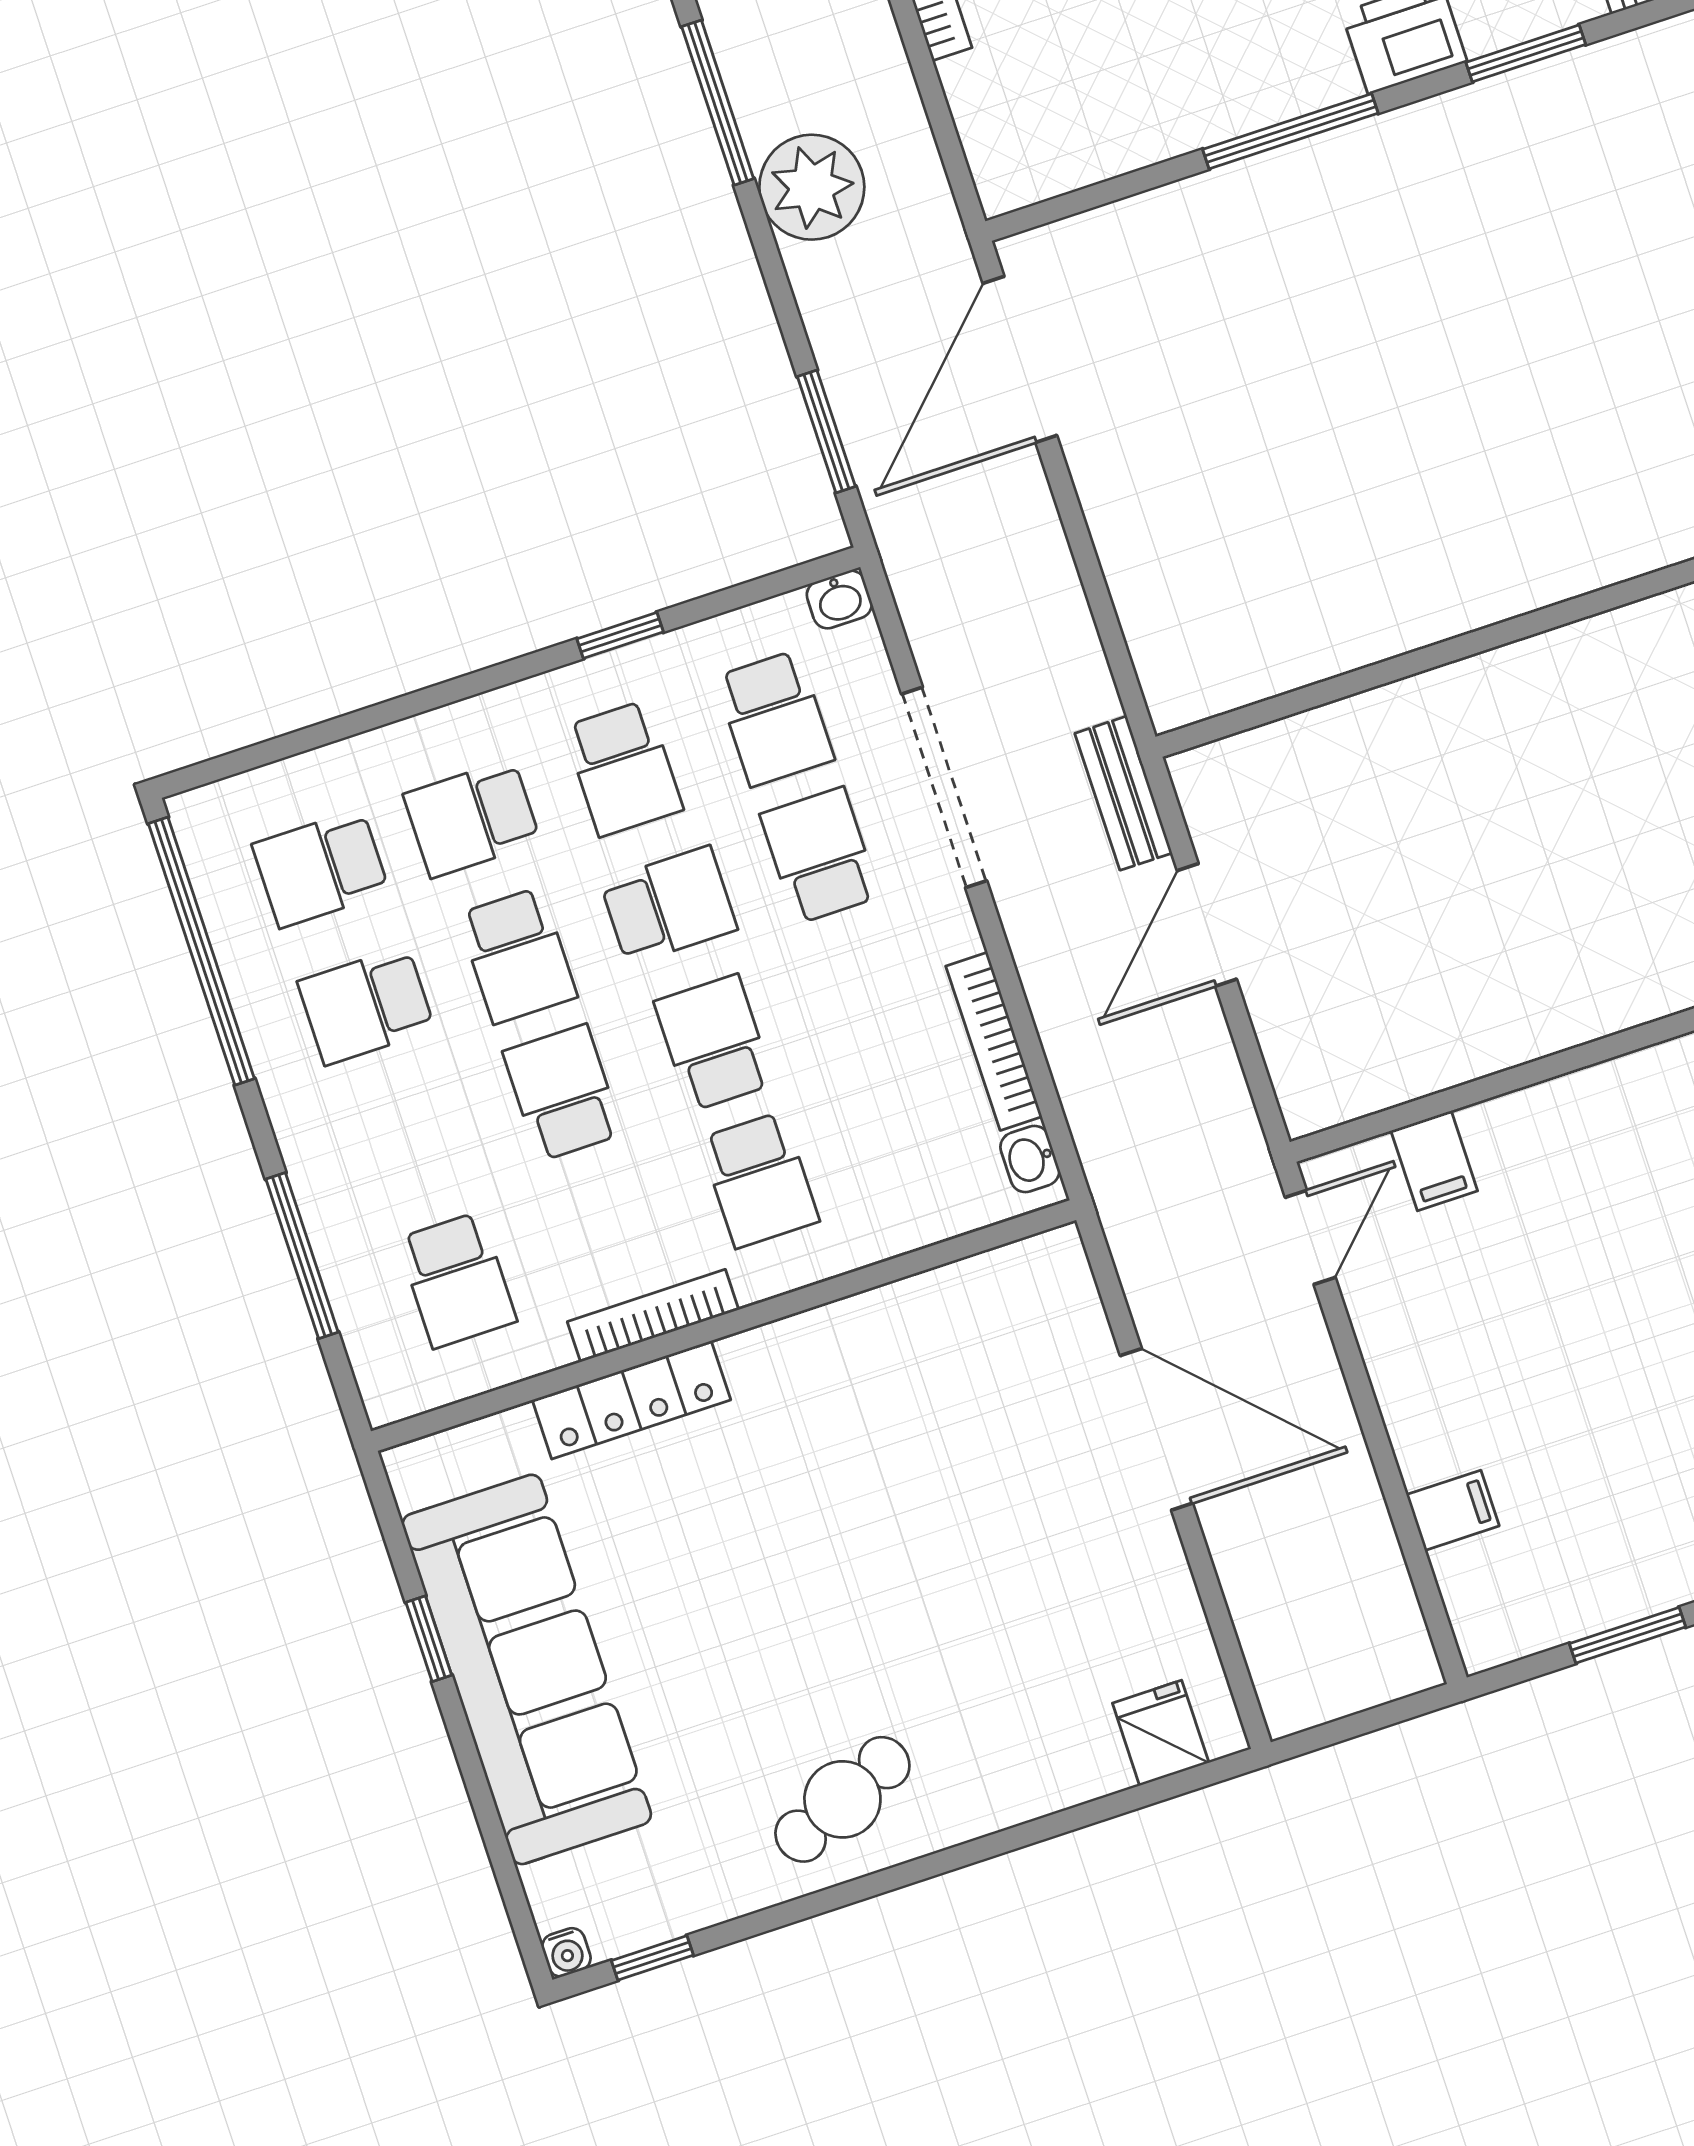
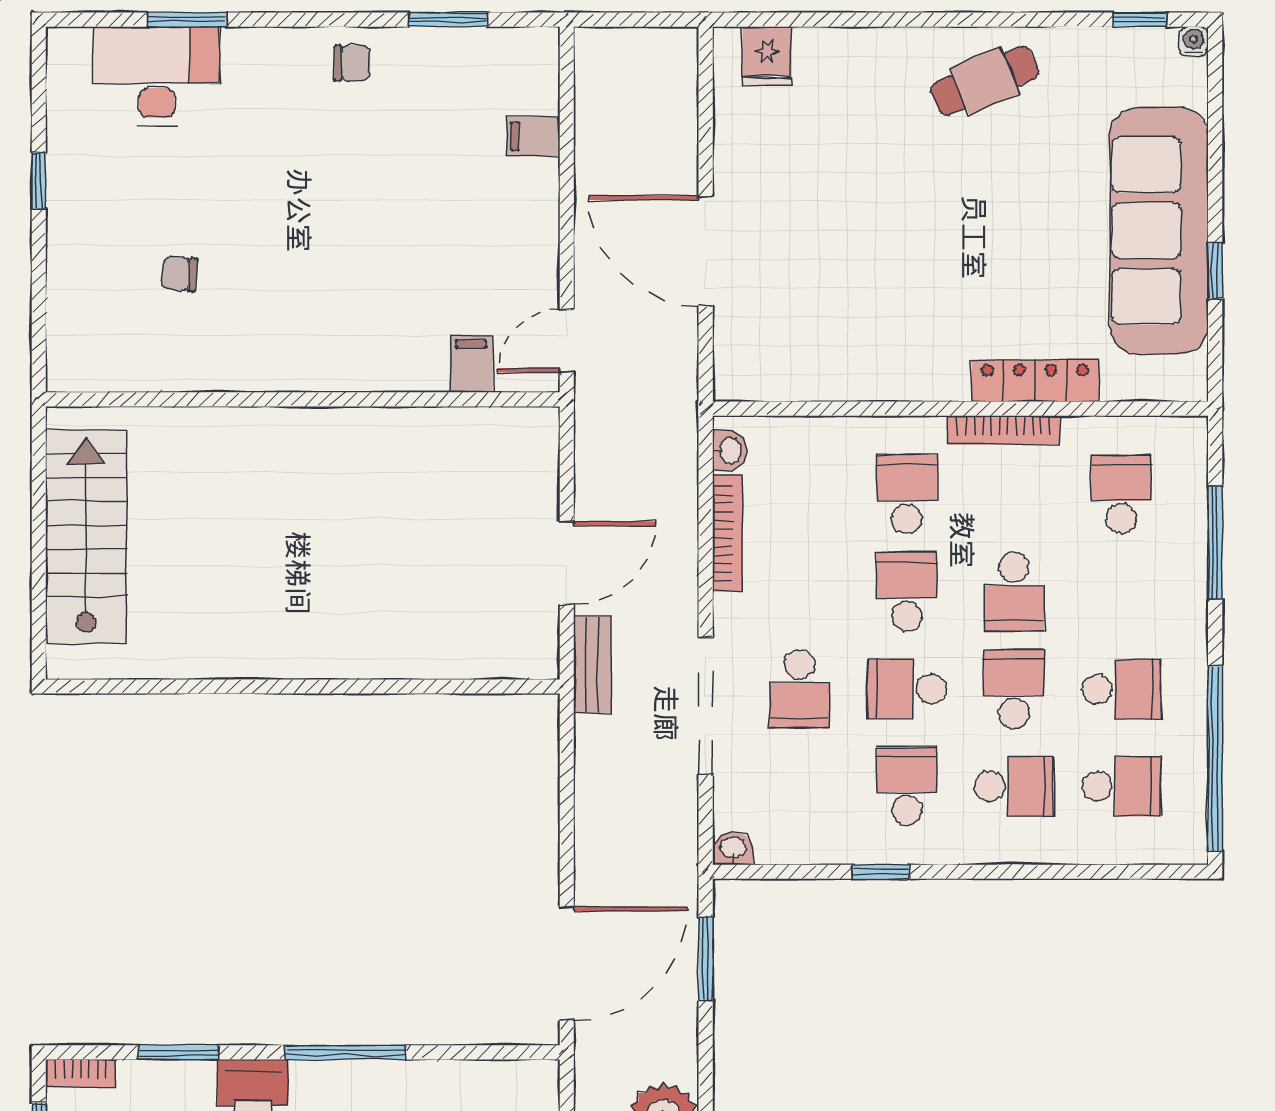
school desk: (774, 718) -> (800, 786), removed
school desk: (714, 1043) -> (907, 592), turned 180

